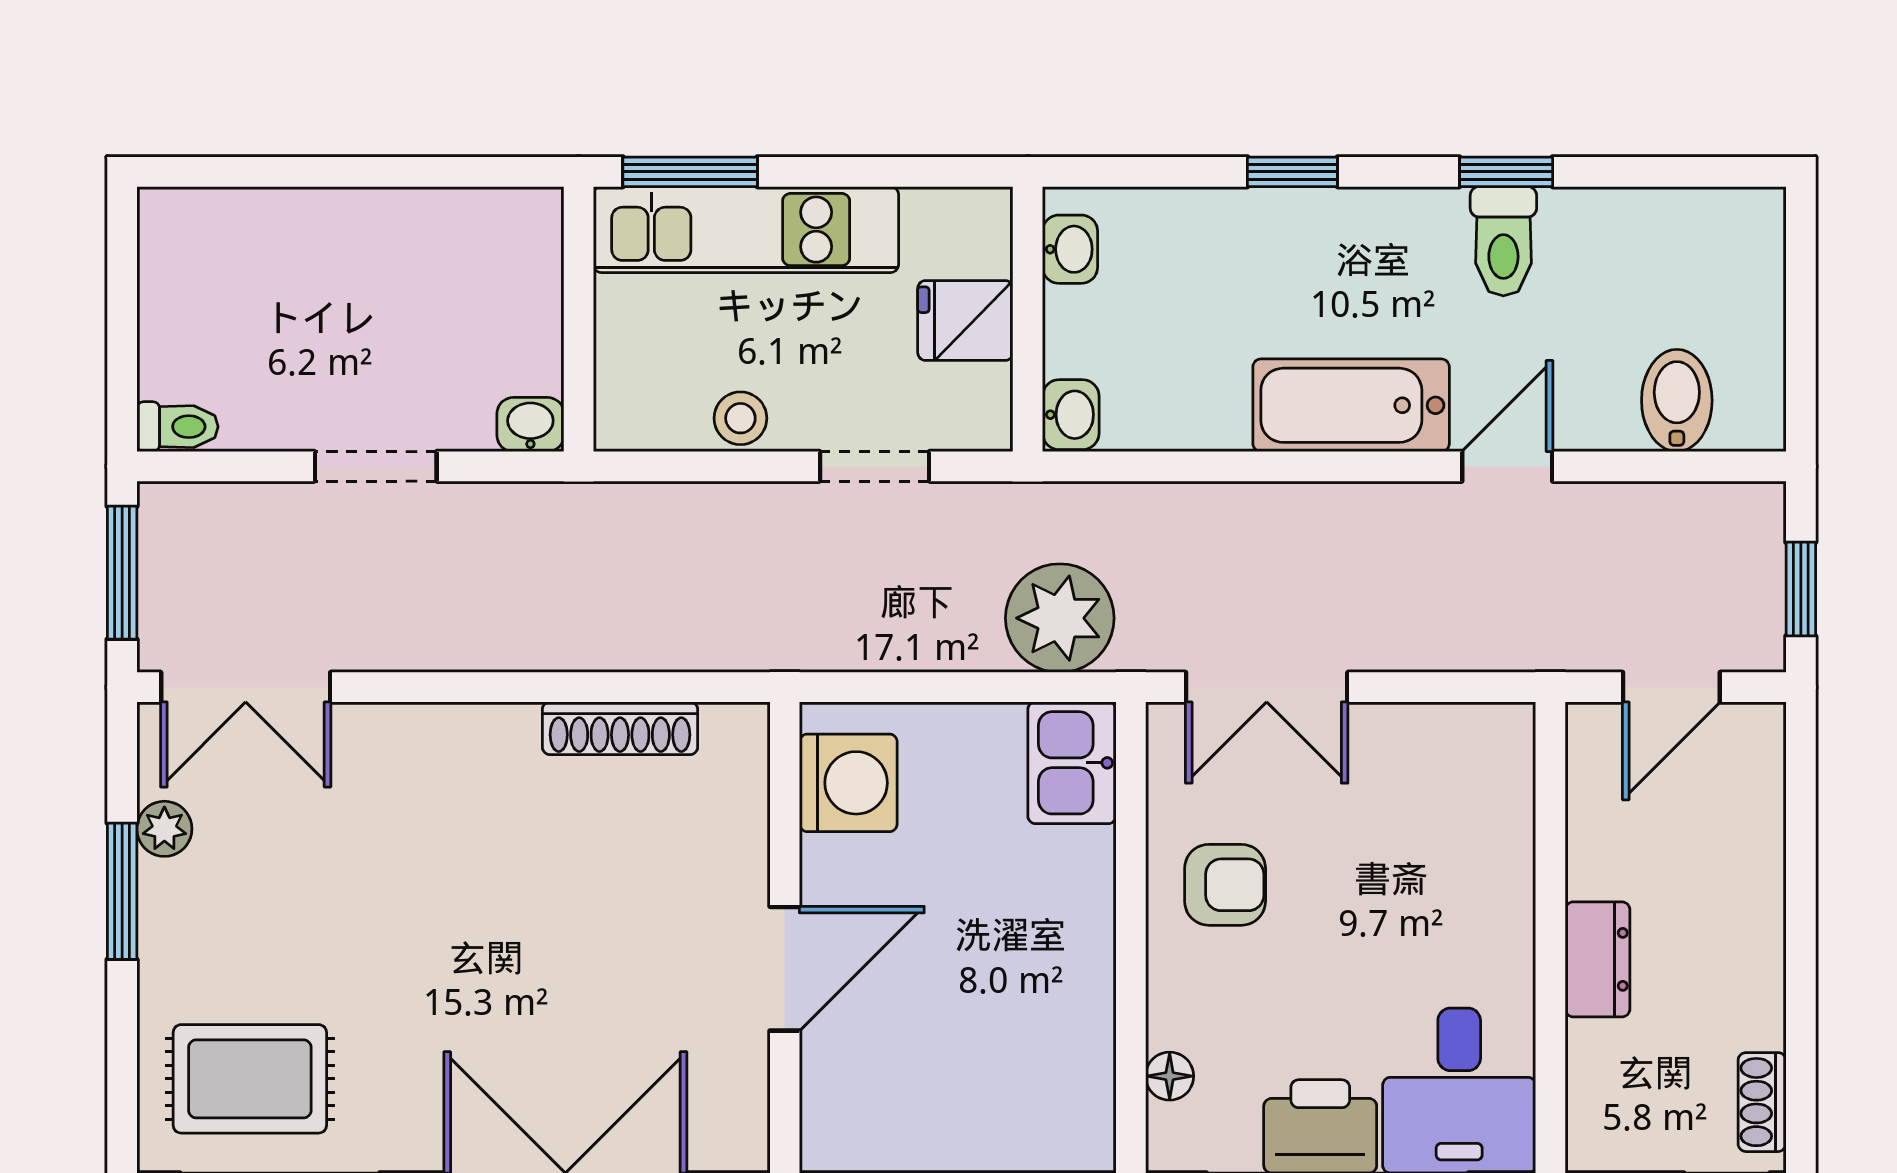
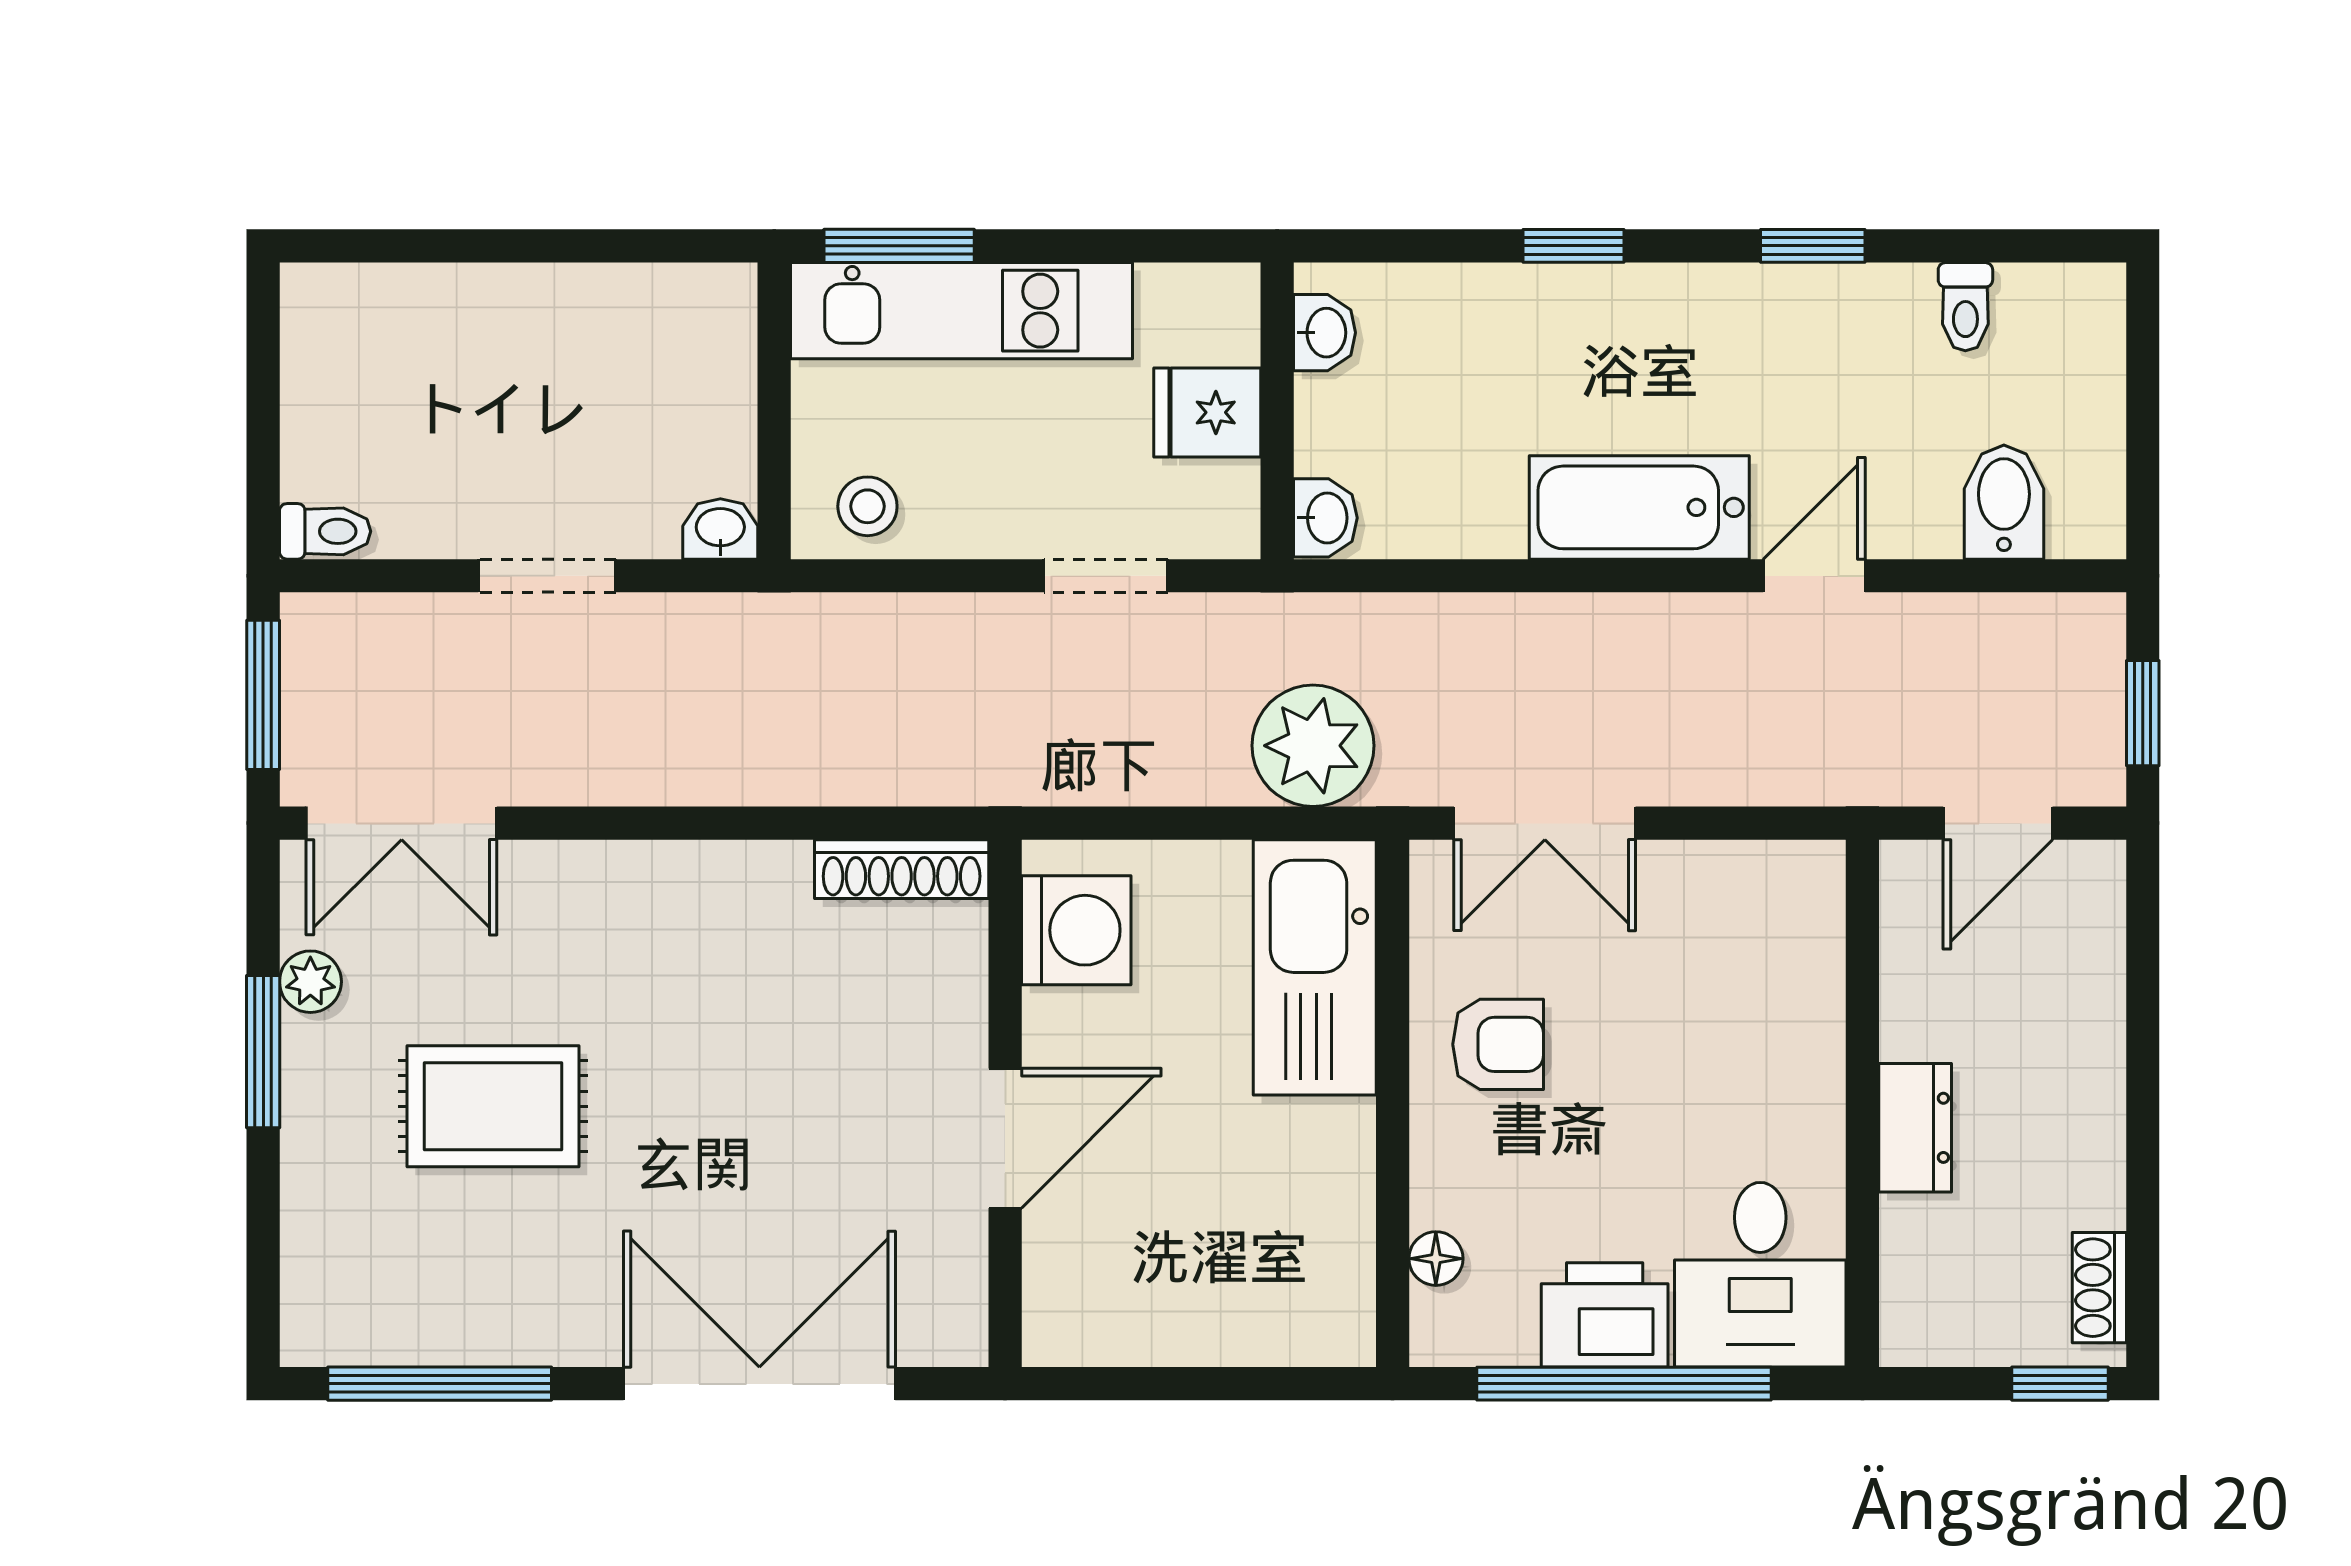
toilet: (1503, 241) -> (1965, 307), moved, width x0.73, depth x0.72
stool: (740, 418) -> (867, 506), moved
shoe rack: (620, 728) -> (902, 869), moved
kitchen sink: (1072, 763) -> (1315, 967), width x1.87, depth x1.24
rug: (250, 1079) -> (493, 1106), moved

